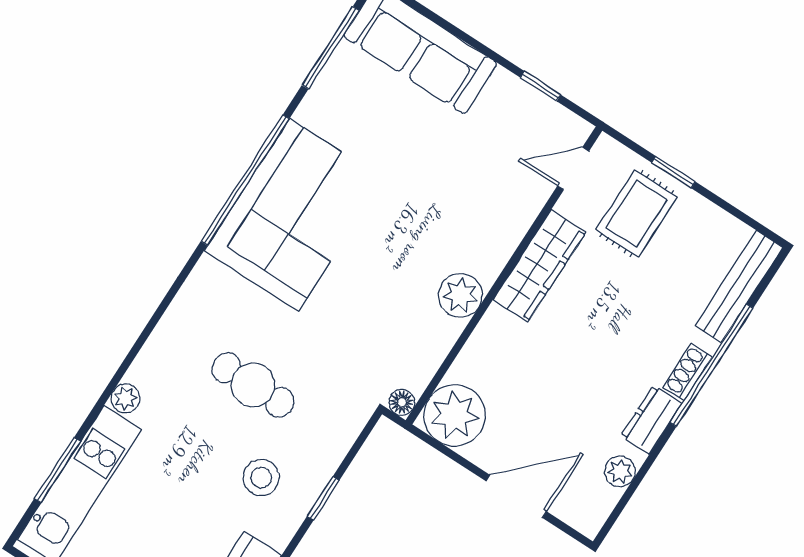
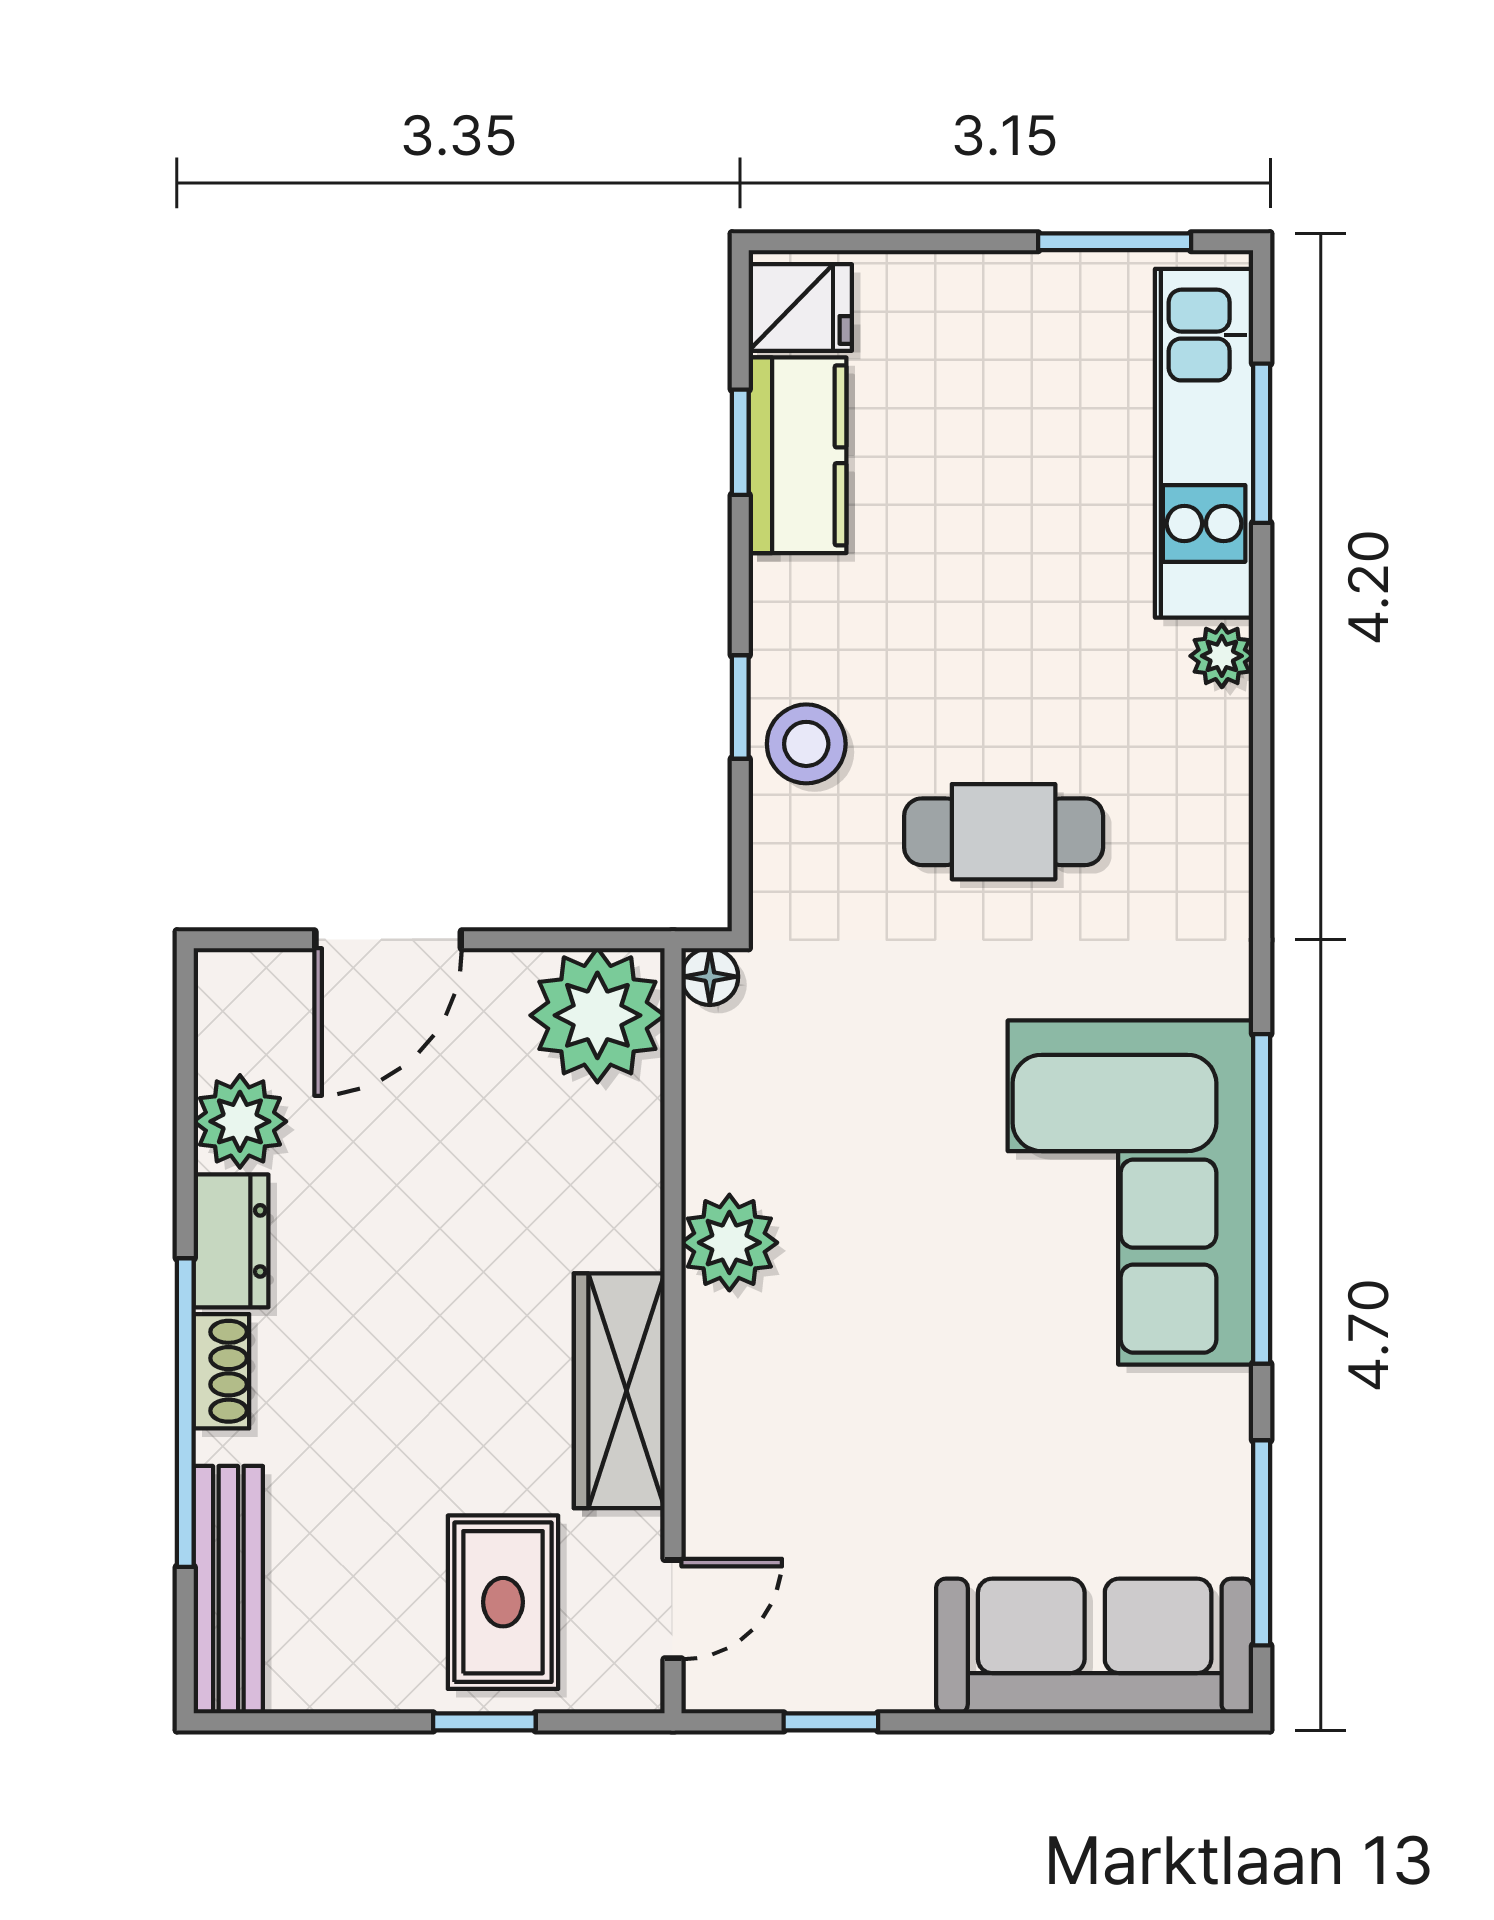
plant: (620, 471) -> (240, 1121), width x1.38, depth x1.38
stool: (261, 478) -> (806, 744), moved

